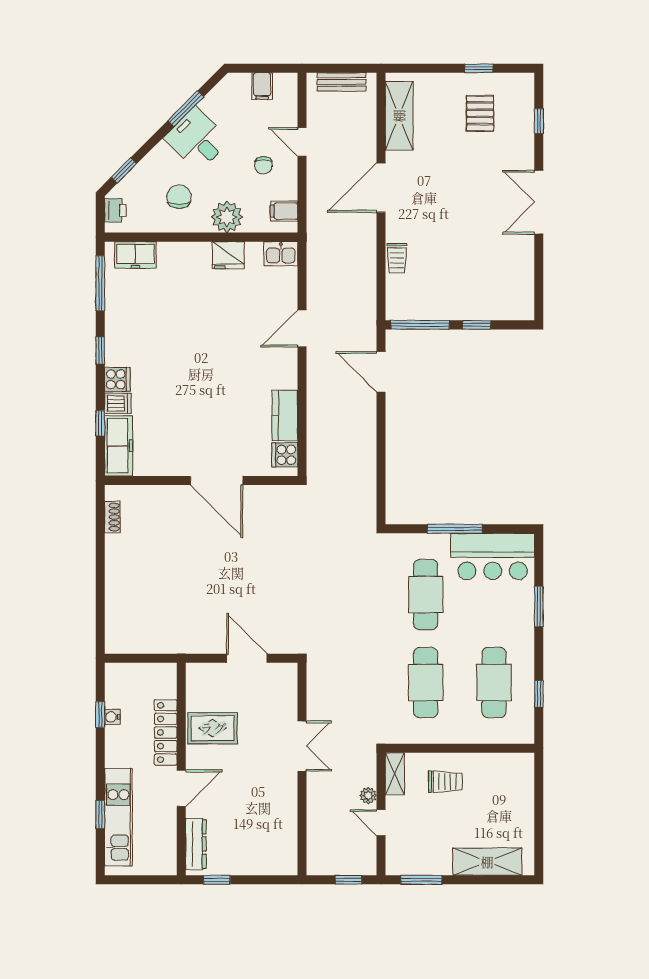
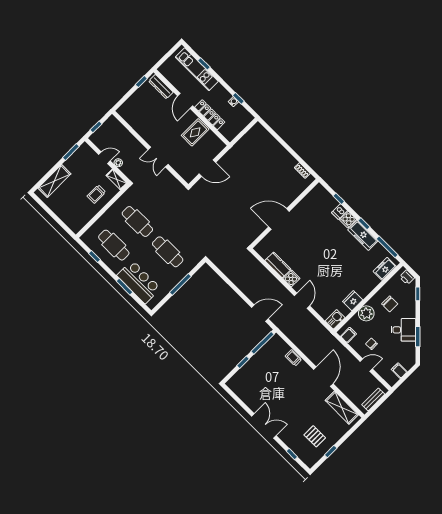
freezer: (119, 446) -> (363, 235), moved
cooker: (285, 455) -> (291, 278), moved
bar counter: (493, 556) -> (139, 282), moved, turned 90

